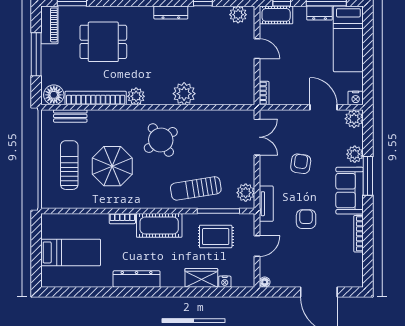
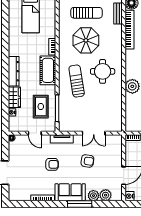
plant: (136, 96) -> (131, 56), removed
plant: (354, 119) -> (106, 195), moved
double door: (257, 137) -> (94, 133), moved
round table: (161, 140) -> (103, 71), turned 34
sun lounger: (196, 188) -> (77, 81), moved
plant: (246, 193) -> (69, 126), removed
dresser: (137, 279) -> (14, 71), moved

